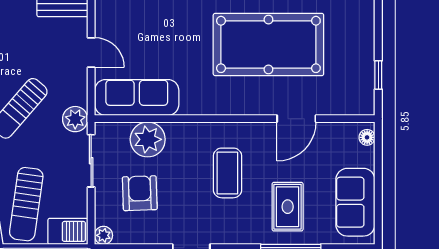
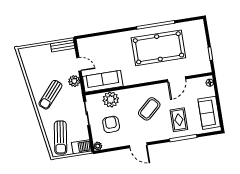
plant: (75, 119) -> (74, 81), moved
coffee table: (227, 173) -> (149, 109), turned 48

